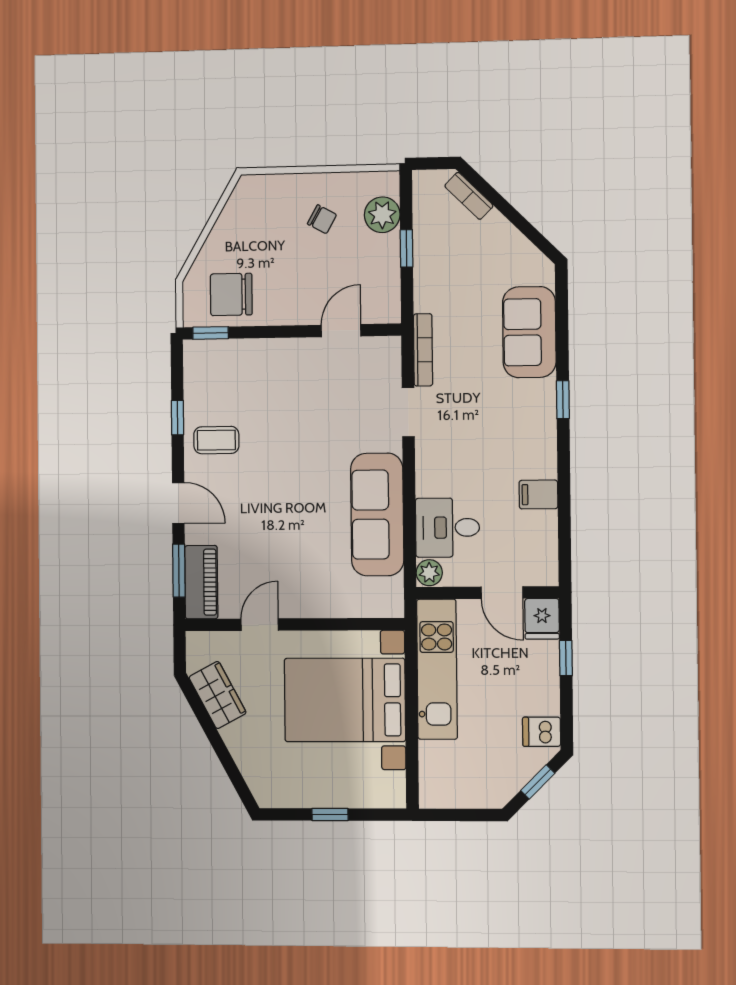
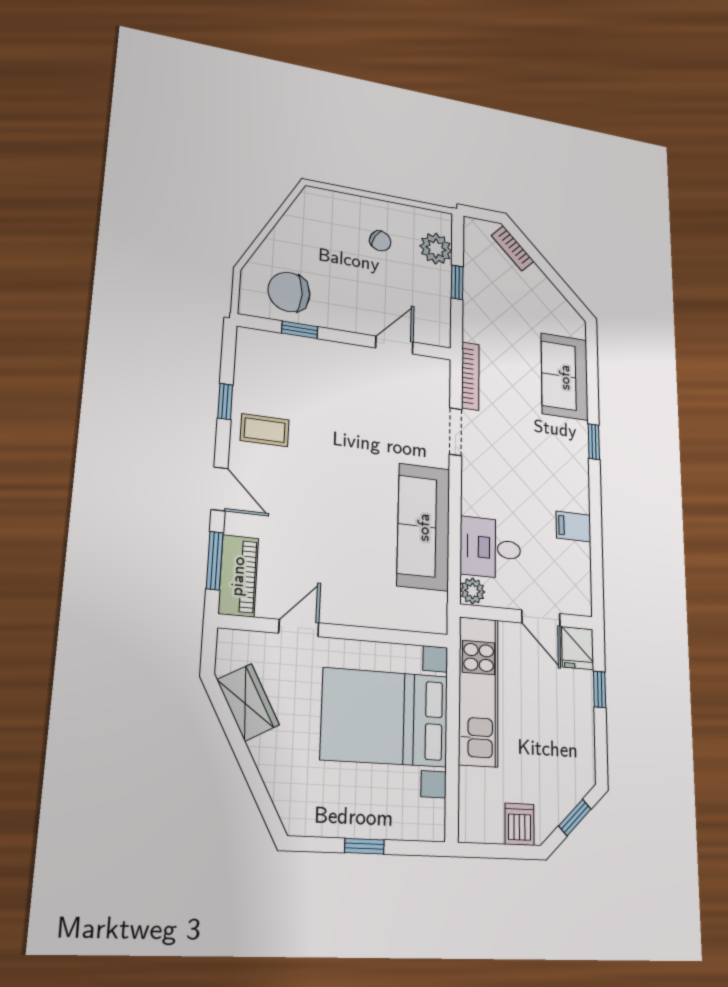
window: (211, 333) -> (300, 330), moved
dishwasher: (542, 732) -> (520, 824), moved, turned 90

